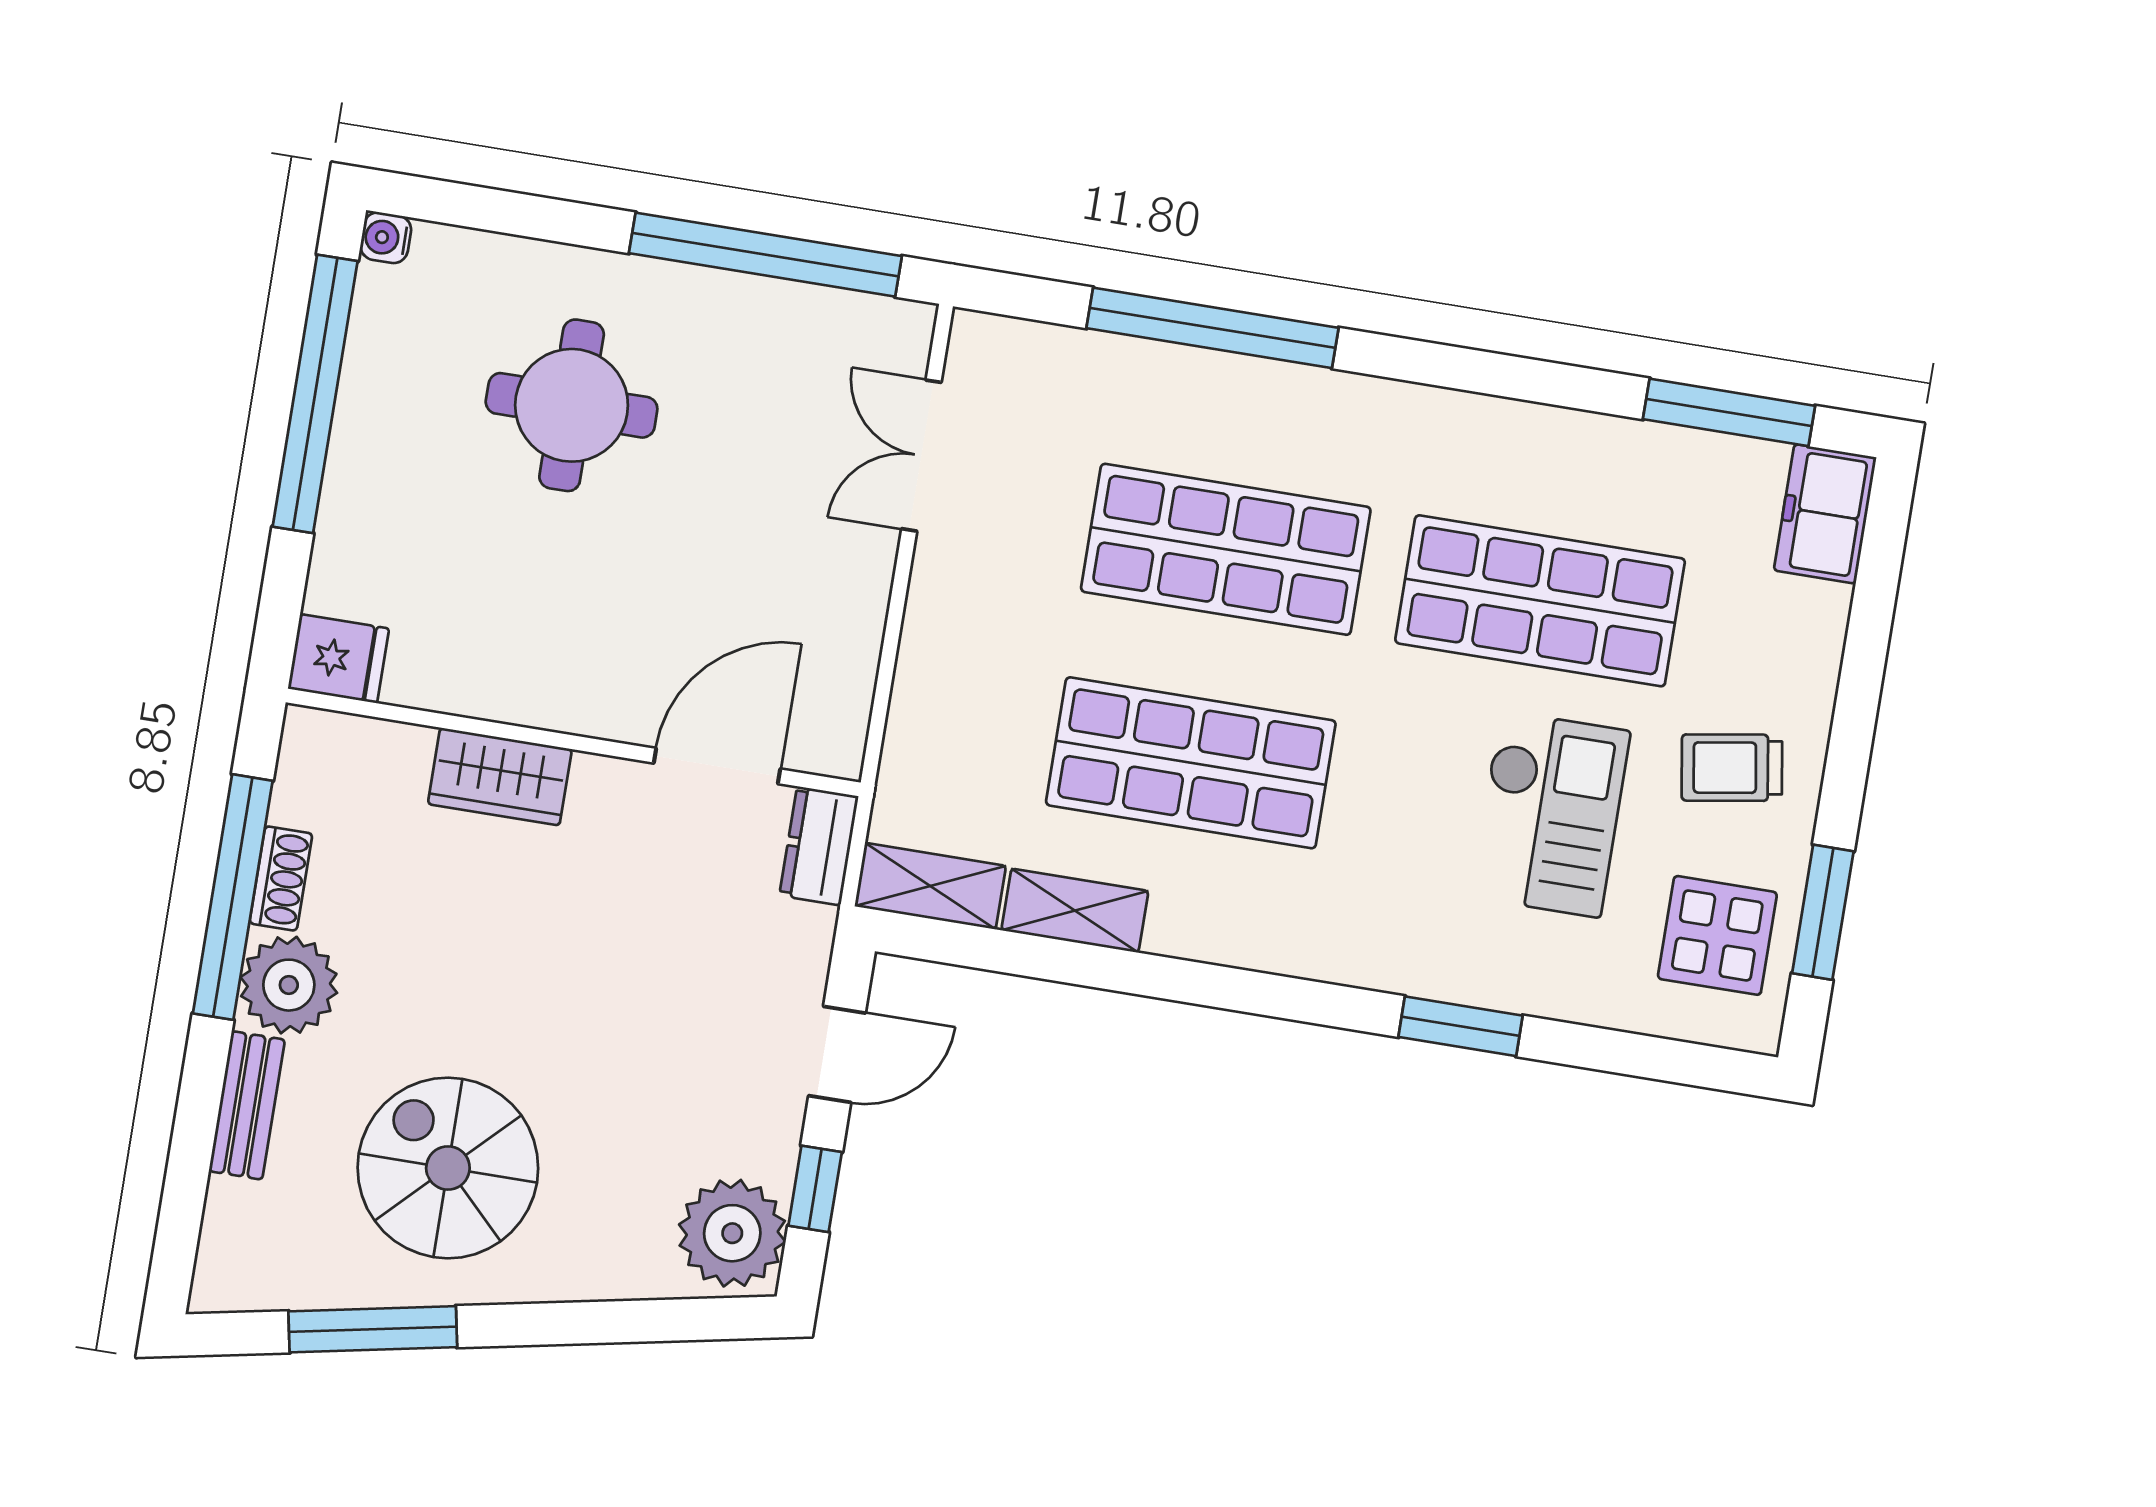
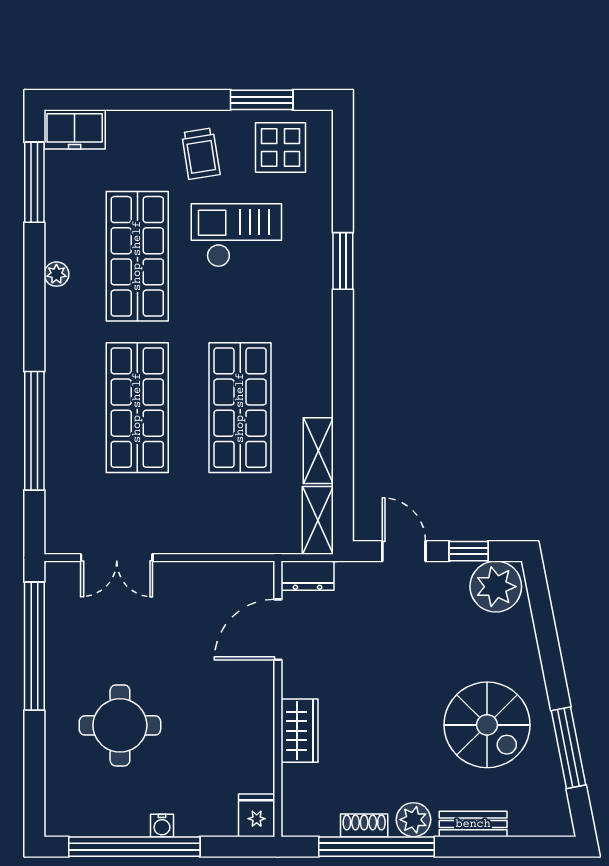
water cooler: (386, 238) -> (162, 825), moved
plant: (1531, 427) -> (56, 274), added
door: (717, 766) -> (278, 630), hinge flipped
plant: (289, 985) -> (413, 820), width x0.73, depth x0.73
spiral stairs: (448, 1168) -> (487, 725), turned -90

